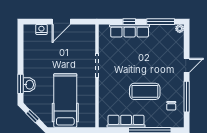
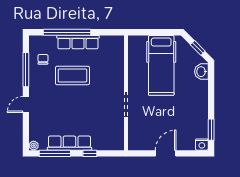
nightstand: (41, 29) -> (202, 145), moved
row of seats: (130, 31) -> (69, 143), moved
window: (21, 84) -> (211, 130), moved
washbasin: (29, 85) -> (201, 72), moved
row of seats: (126, 121) -> (78, 42), moved

